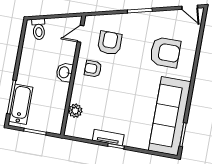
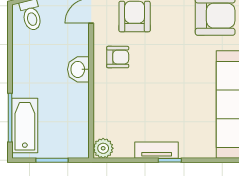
armchair: (93, 69) -> (118, 57), turned 180
plant: (75, 111) -> (103, 148), moved

